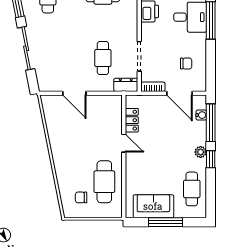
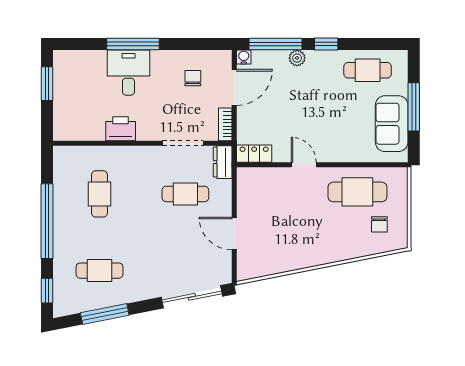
sliding door: (26, 48) -> (192, 297), moved
door: (74, 93) -> (234, 234), swing flipped
water cooler: (201, 115) -> (244, 57), moved
locker: (132, 120) -> (254, 154), moved
door: (124, 143) -> (304, 165), hinge flipped
plant: (201, 152) -> (297, 58), moved

